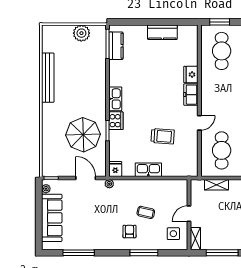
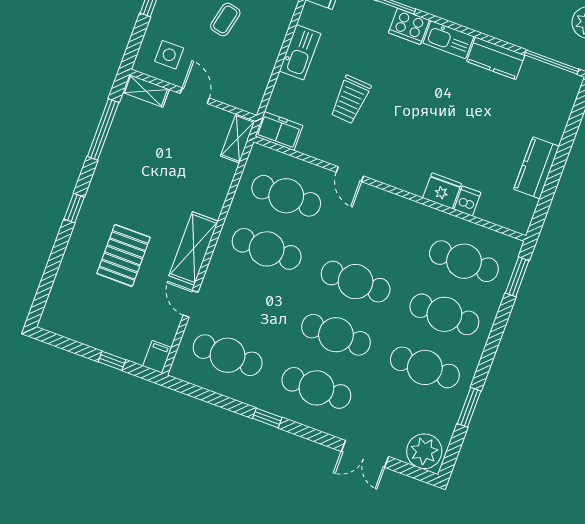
kitchen counter: (116, 46) -> (496, 58), moved
dishwasher: (191, 60) -> (467, 201), added
freezer: (191, 95) -> (279, 131), moved
shelving: (216, 185) -> (238, 139), moved

